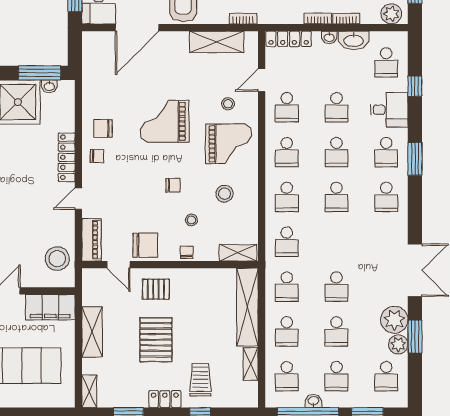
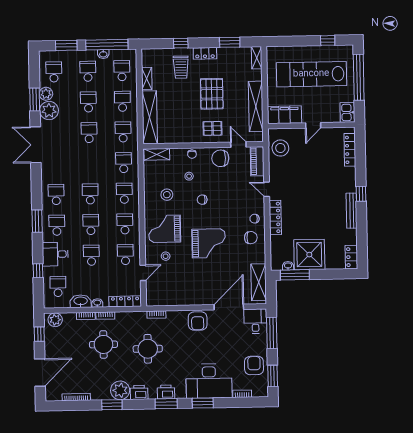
shelving: (217, 42) -> (259, 282), moved, turned 90
door: (78, 199) -> (267, 189), swing flipped
shelving: (92, 332) -> (256, 106), width x1.47

